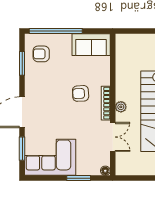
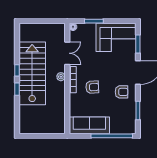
sofa: (91, 45) -> (89, 125), width x1.36
armchair: (41, 54) -> (121, 92), moved
double door: (113, 137) -> (67, 53), swing flipped

